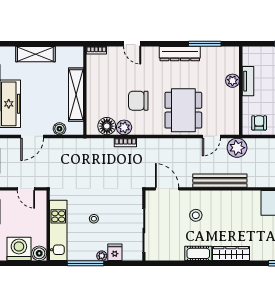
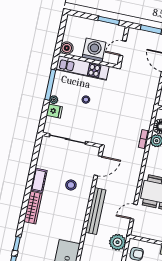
door: (211, 136) -> (134, 212), hinge flipped
plant: (237, 148) -> (118, 242), moved
washing machine: (19, 249) -> (94, 50), moved, turned -90

